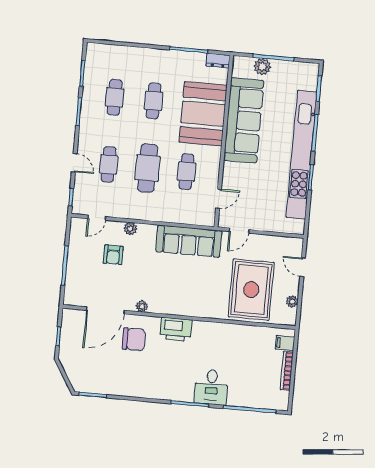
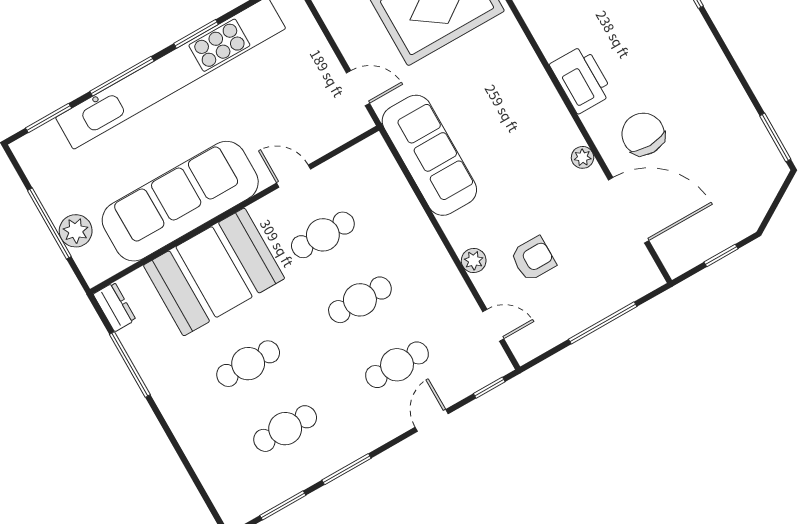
cafe table: (148, 168) -> (360, 300), width x0.73, depth x0.74
door: (218, 199) -> (294, 176), moved

